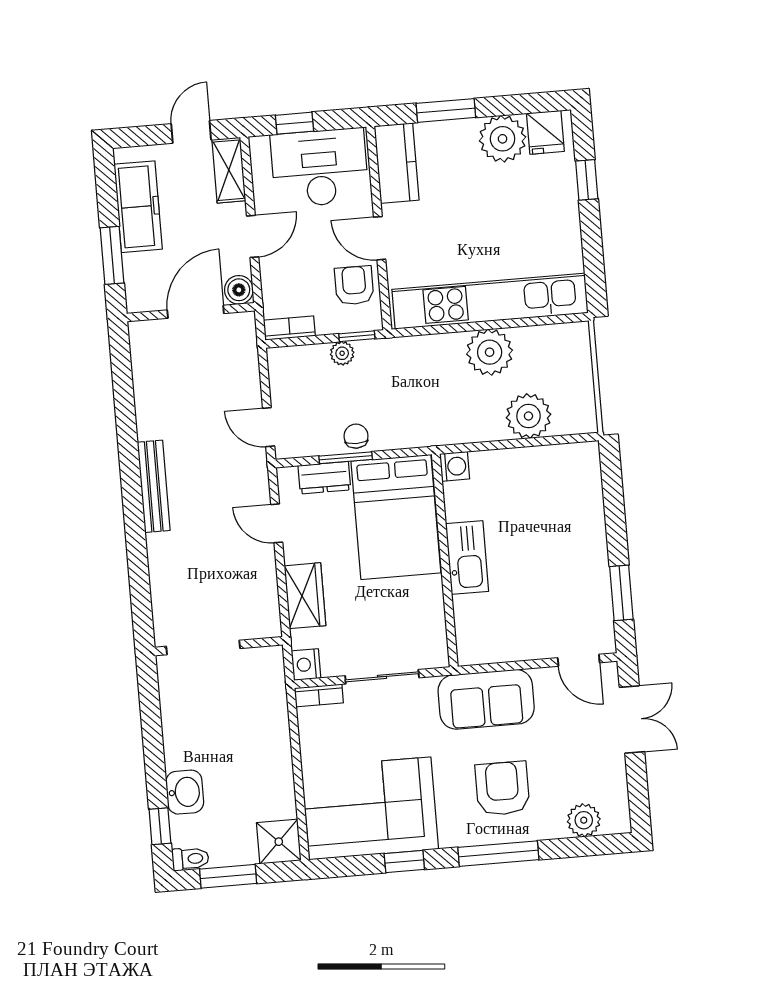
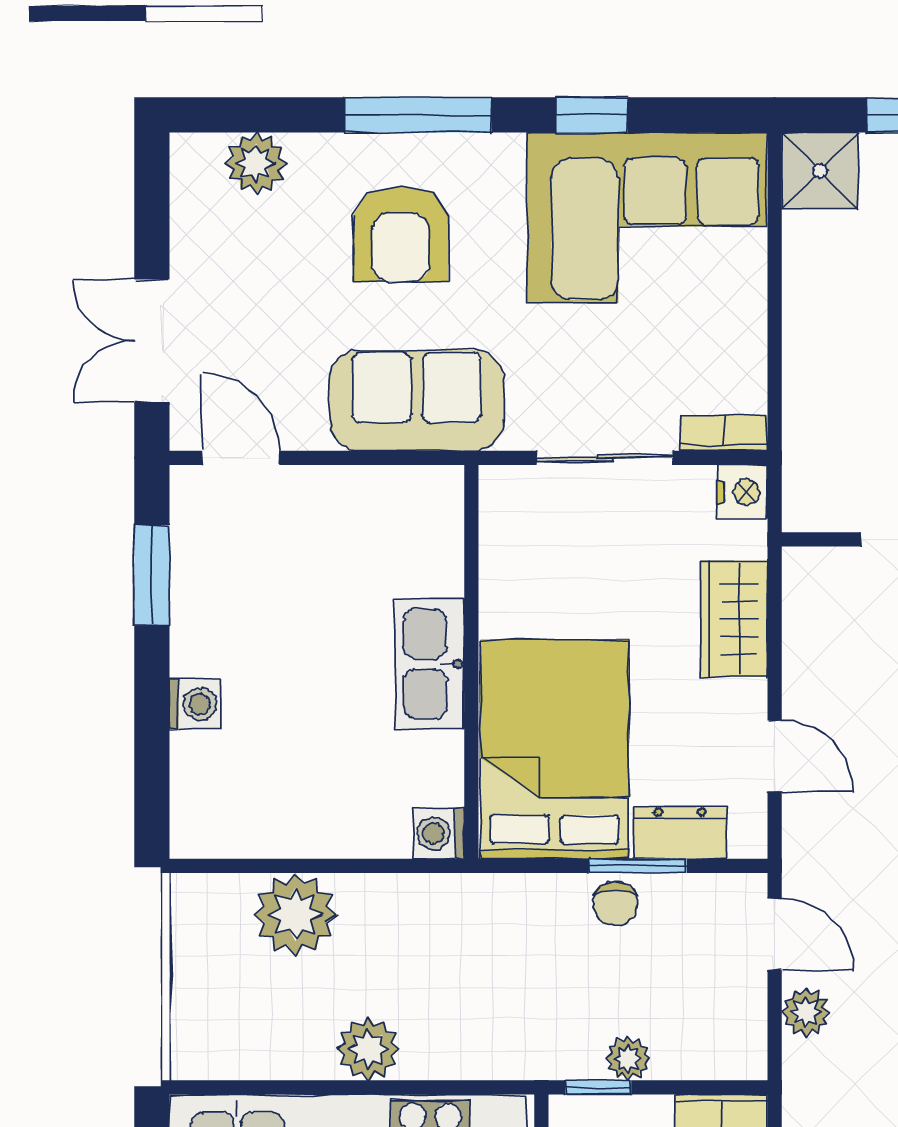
plant: (490, 352) -> (368, 1049), width x0.73, depth x0.73
plant: (248, 386) -> (806, 1012), added
washing machine: (592, 525) -> (195, 704), added

